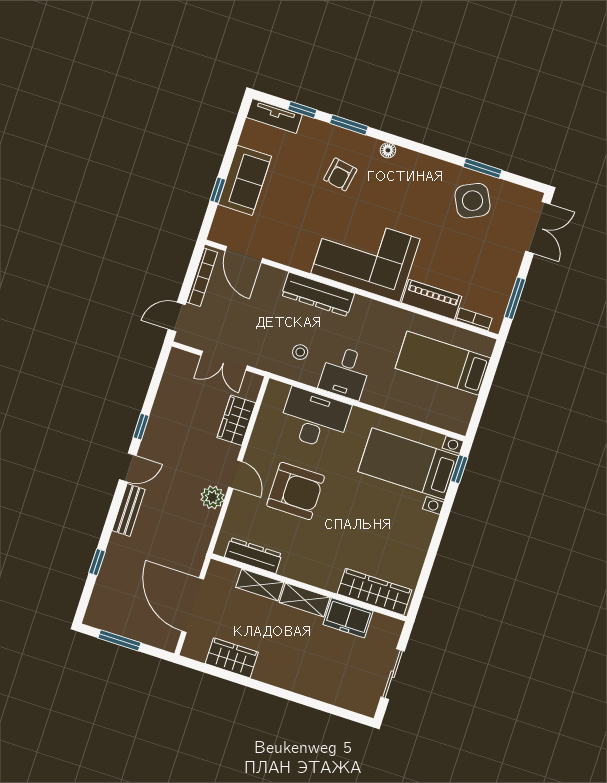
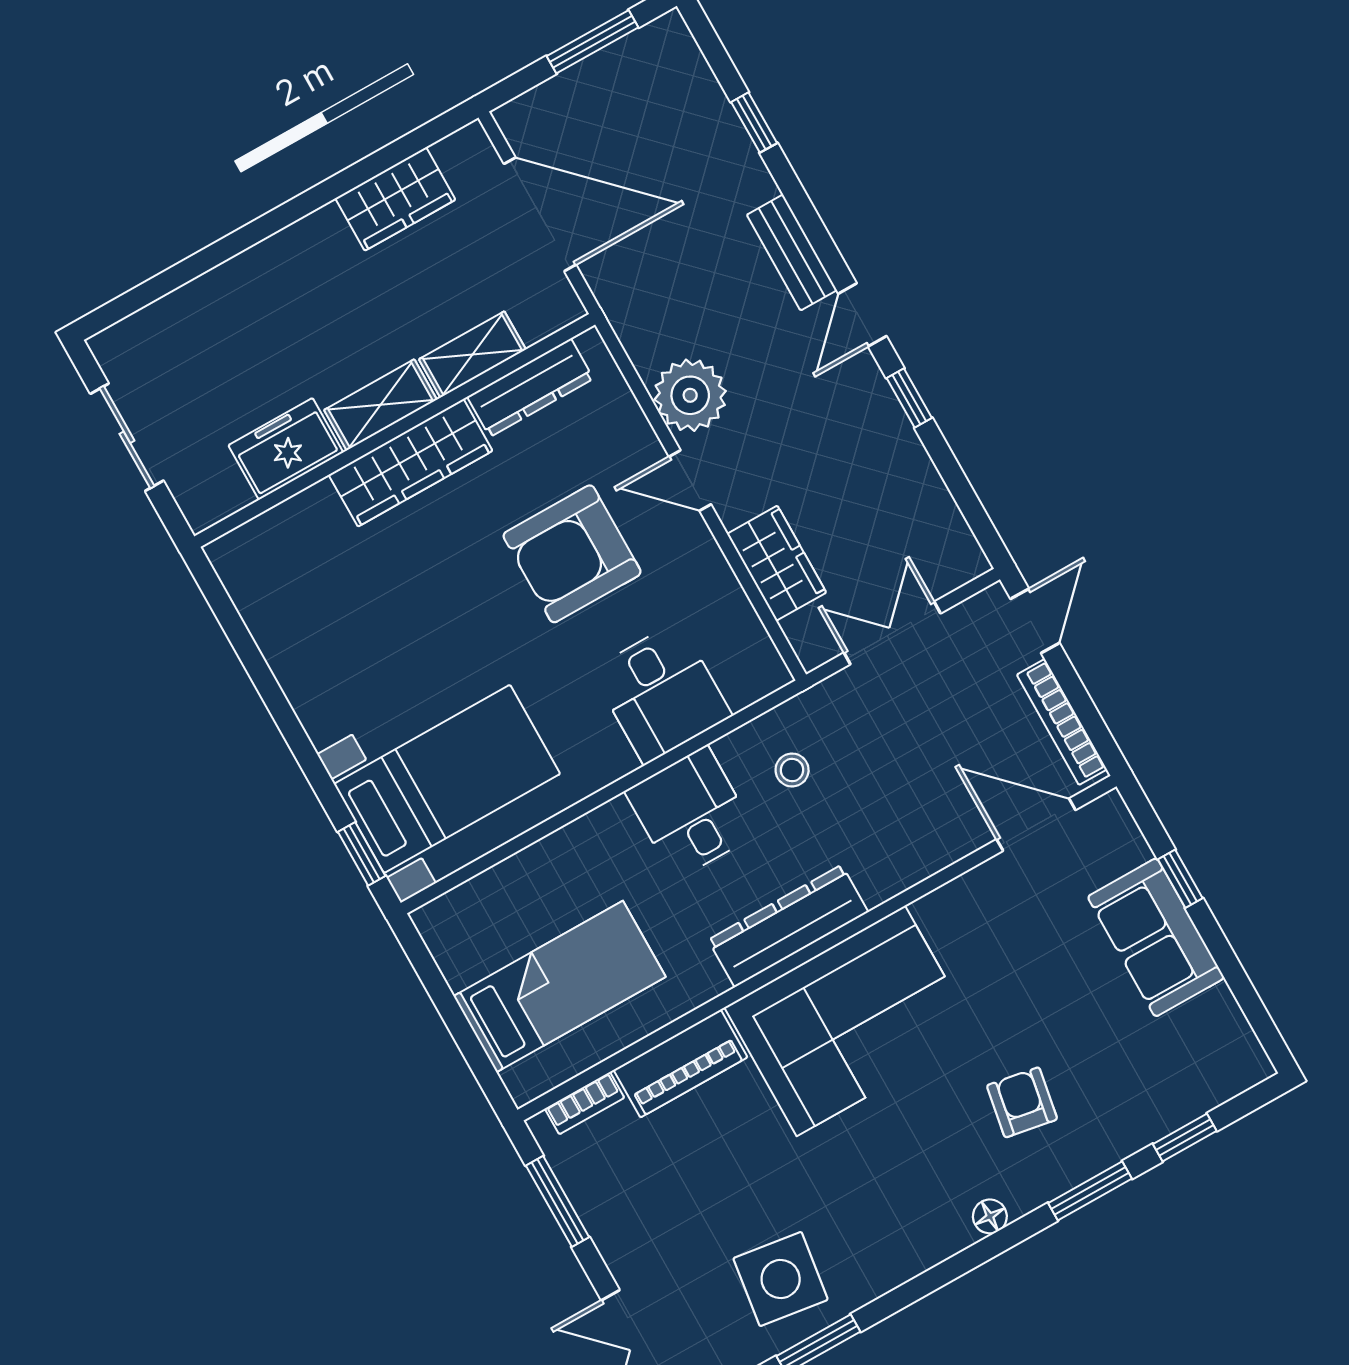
tv unit: (274, 116) -> (1217, 1082), removed
side table: (473, 201) -> (781, 1279), turned 34
dresser: (318, 294) -> (788, 926), moved
desk: (314, 419) -> (661, 693), width x0.73
plant: (212, 497) -> (690, 395), width x1.36, depth x1.36
wardrobe: (375, 592) -> (411, 463), moved

